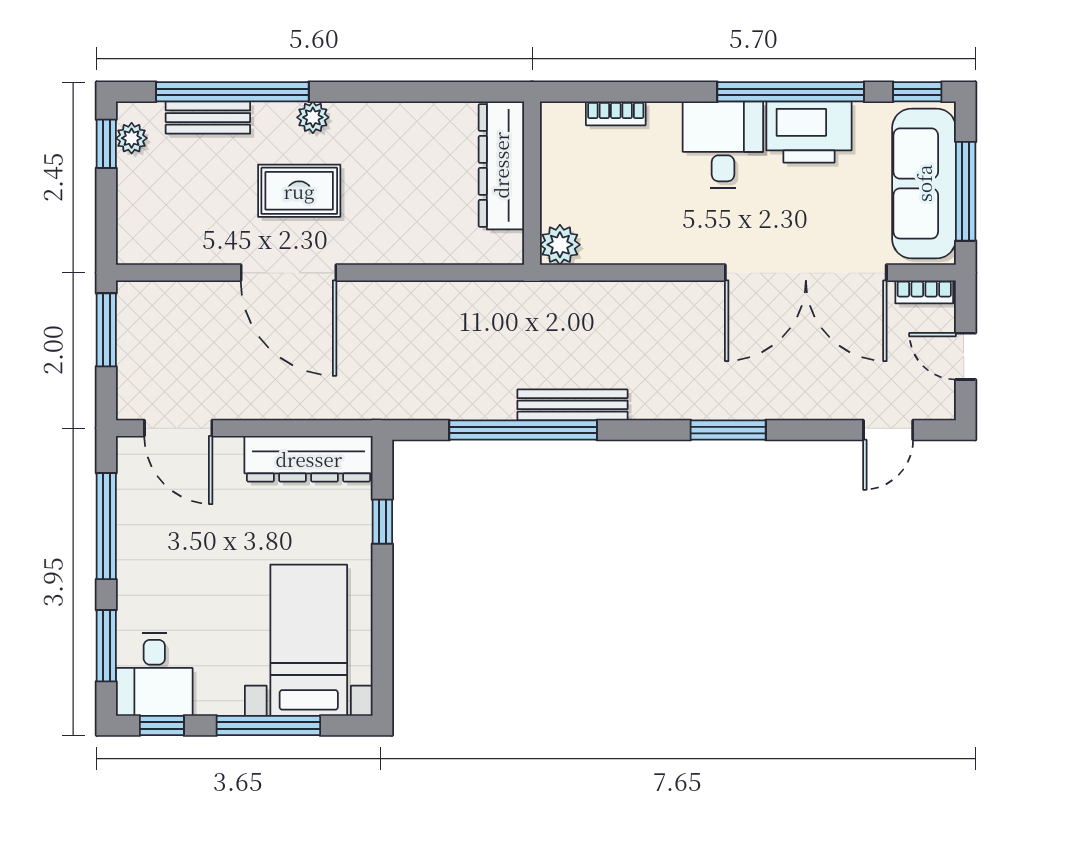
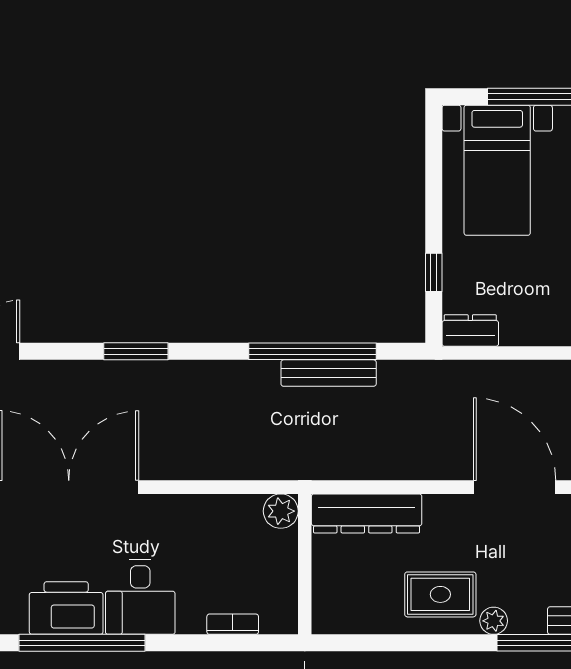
dresser: (501, 165) -> (367, 513), moved, turned 90
rug: (299, 191) -> (440, 594), moved
bench: (572, 405) -> (329, 373), moved
dresser: (309, 459) -> (470, 331), width x0.51, depth x0.80

